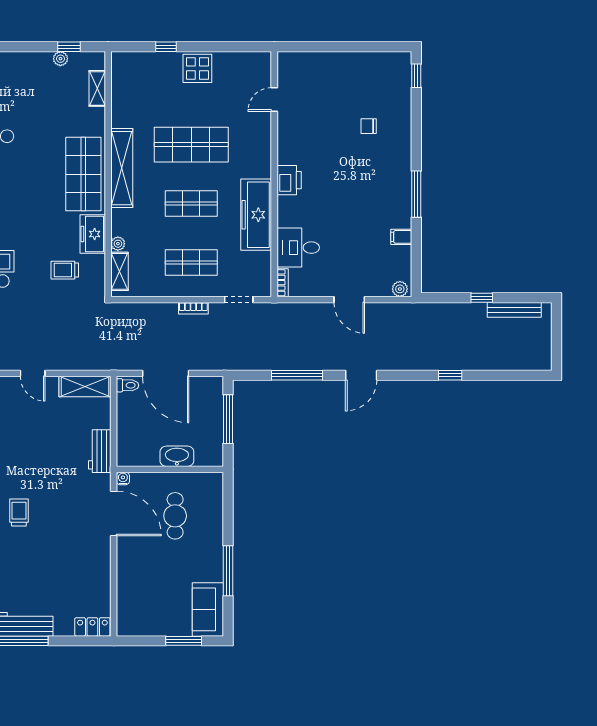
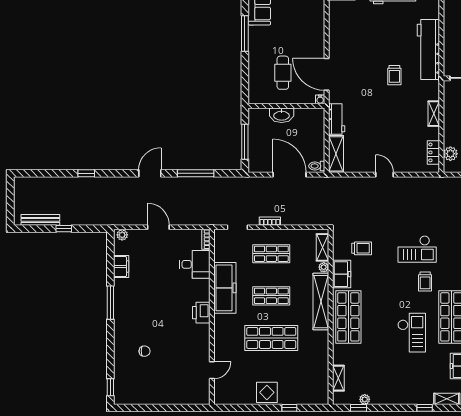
shelving: (122, 168) -> (321, 302), moved
filing cabinet: (401, 237) -> (121, 266), width x2.00
shelving: (85, 386) -> (336, 154), moved, turned 90

